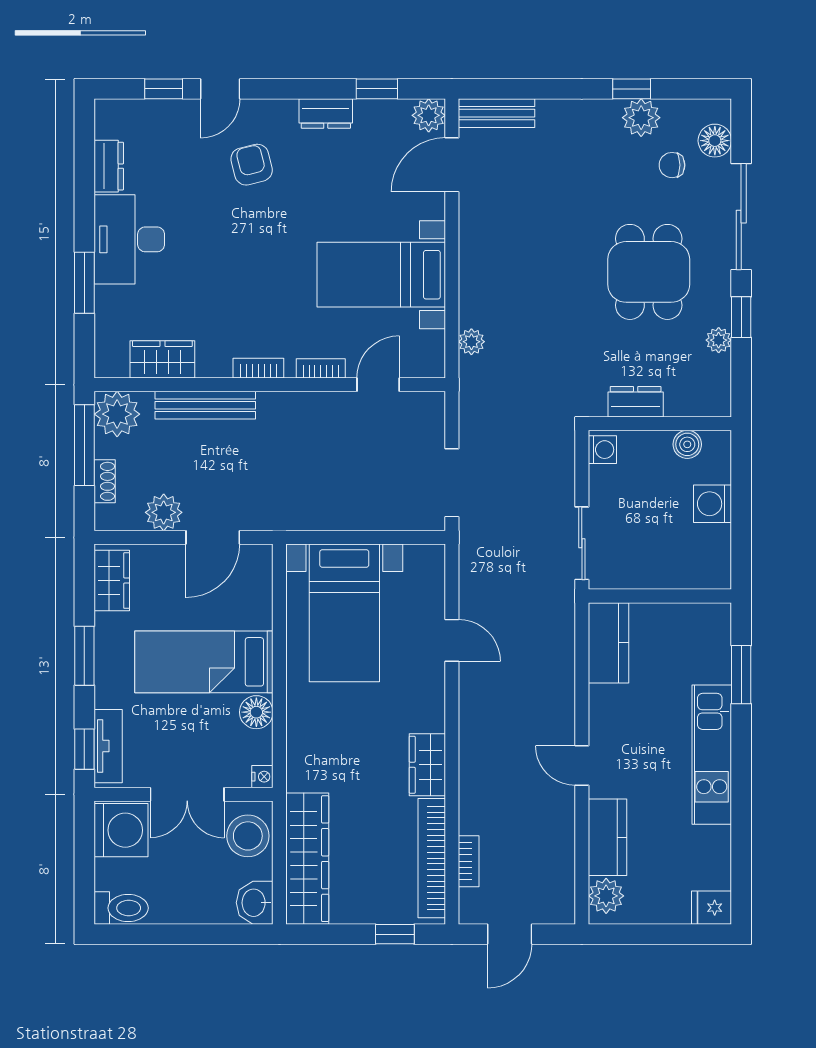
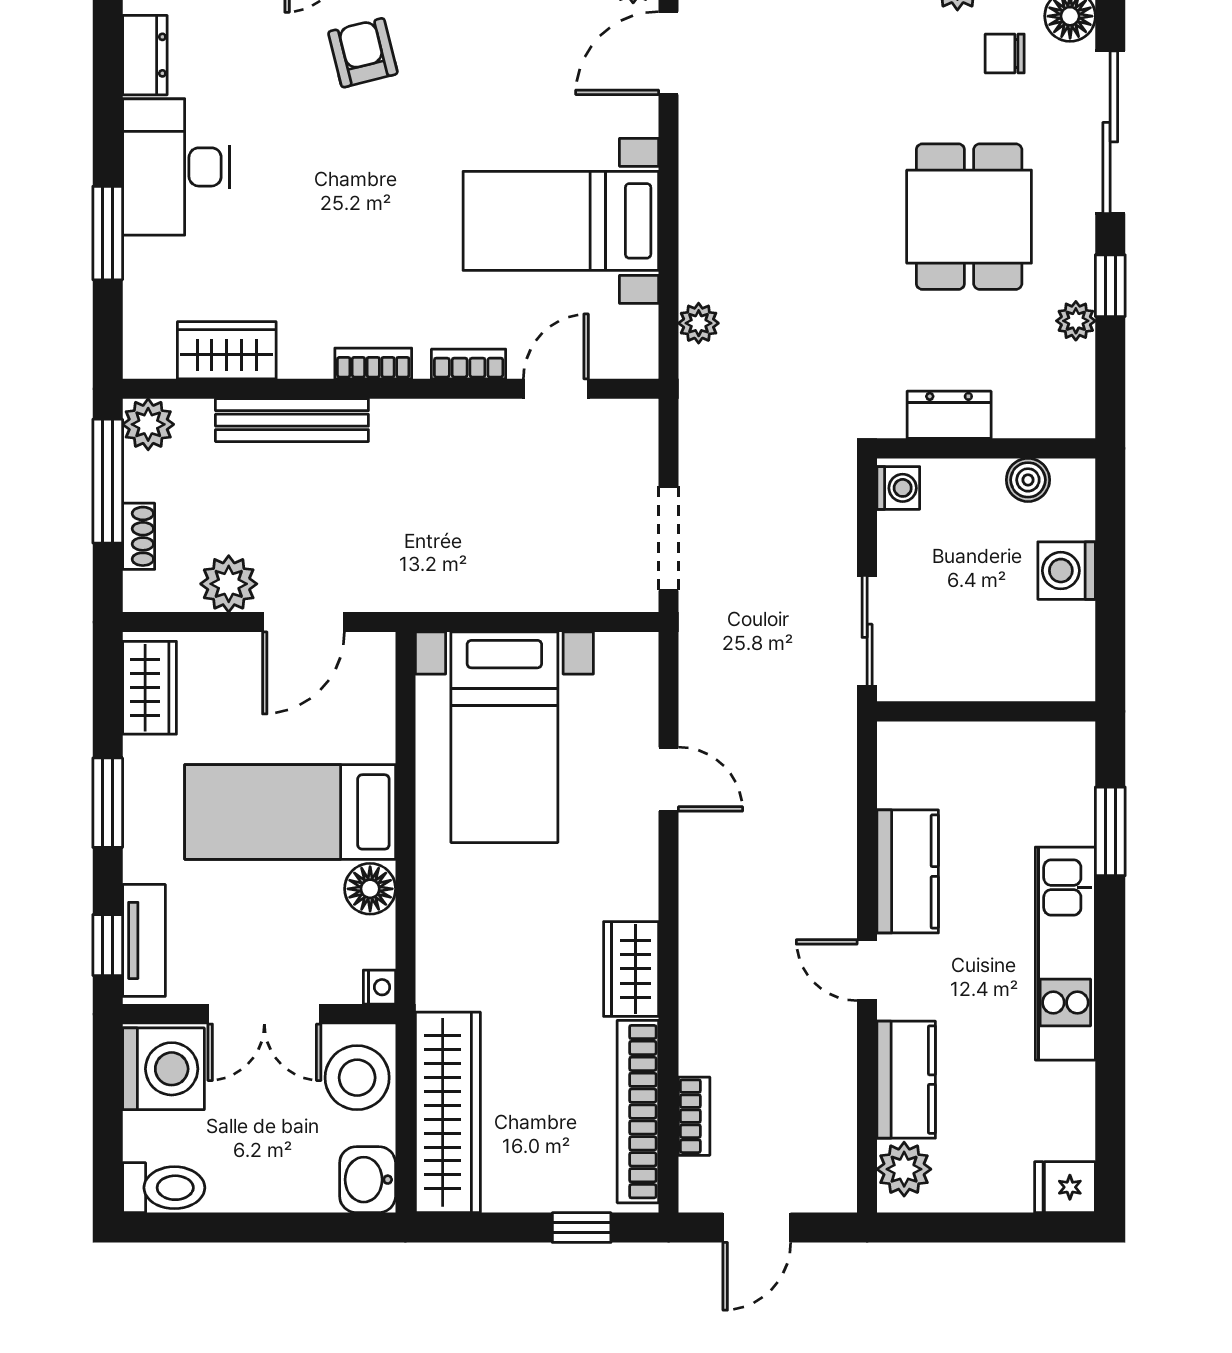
plant: (117, 414) -> (148, 424), width x0.73, depth x0.73
kitchen counter: (608, 643) -> (908, 871), moved

